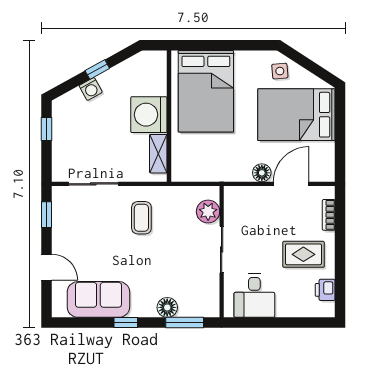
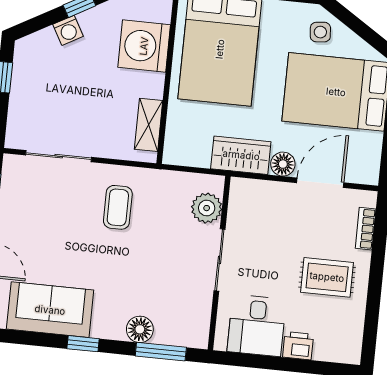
washing machine: (149, 115) -> (144, 46), moved
wardrobe: (230, 169) -> (241, 155), added
printer: (325, 290) -> (298, 346), moved, turned 90

